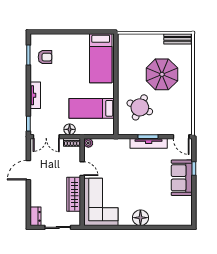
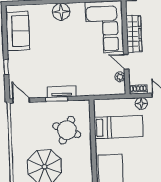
plant: (88, 143) -> (120, 77), moved
tv unit: (149, 143) -> (62, 92), width x0.71
sofa: (182, 178) -> (18, 31), moved

